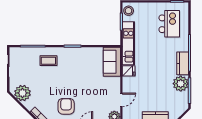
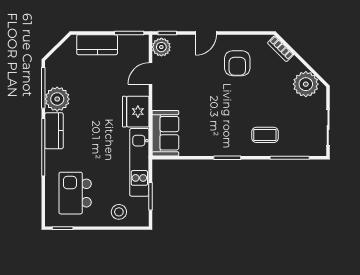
stool: (129, 11) -> (119, 212), moved
fridge: (129, 71) -> (136, 112), width x1.88, depth x1.34

